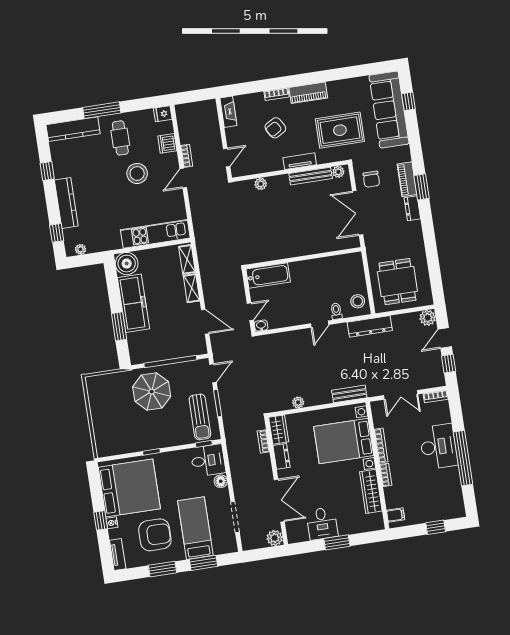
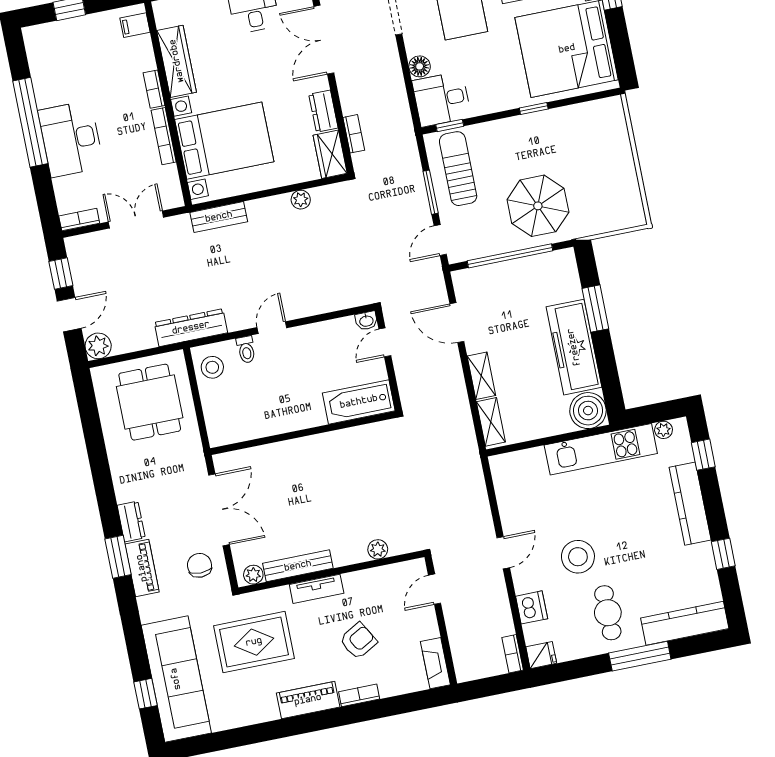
bookcase: (187, 156) -> (513, 654), moved
kitchen unit: (155, 234) -> (601, 449), moved

